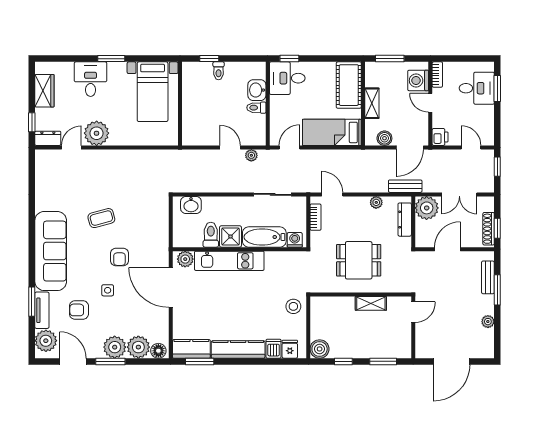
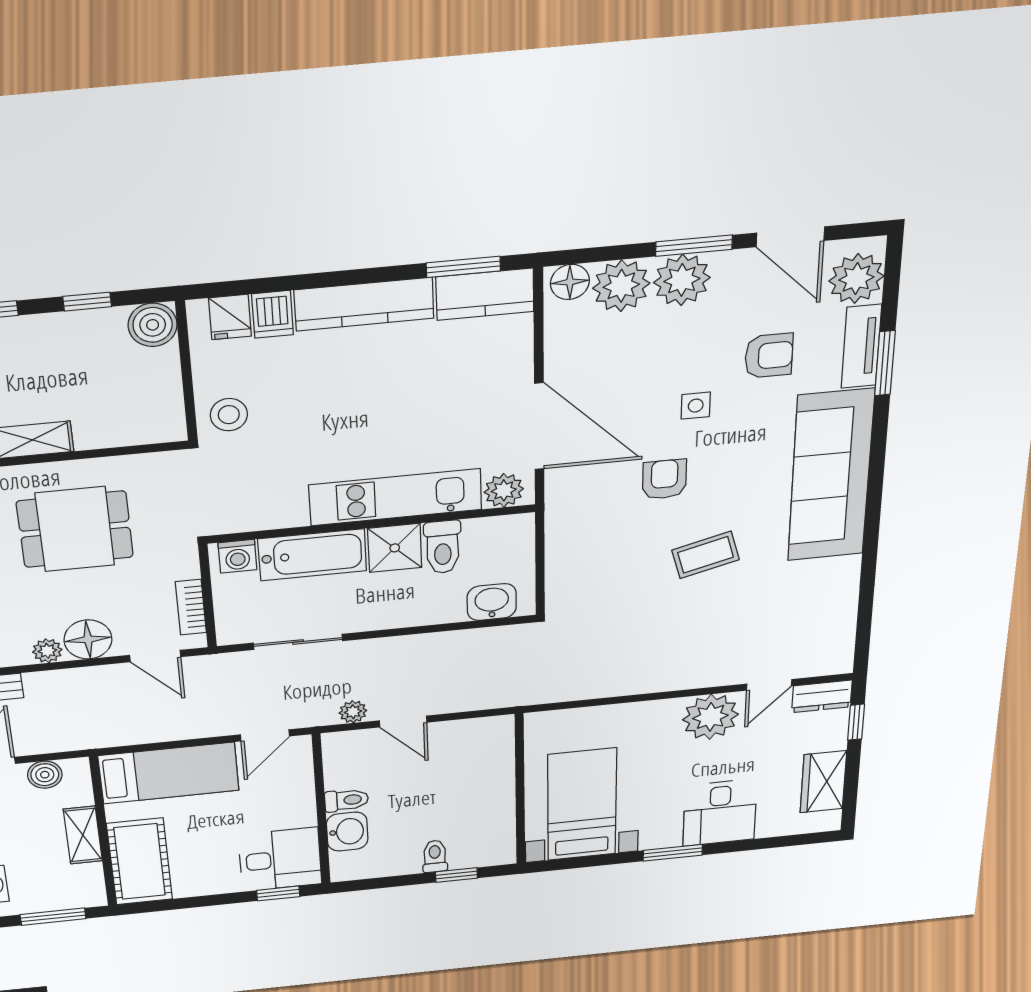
floor lamp: (359, 206) -> (88, 639), added

